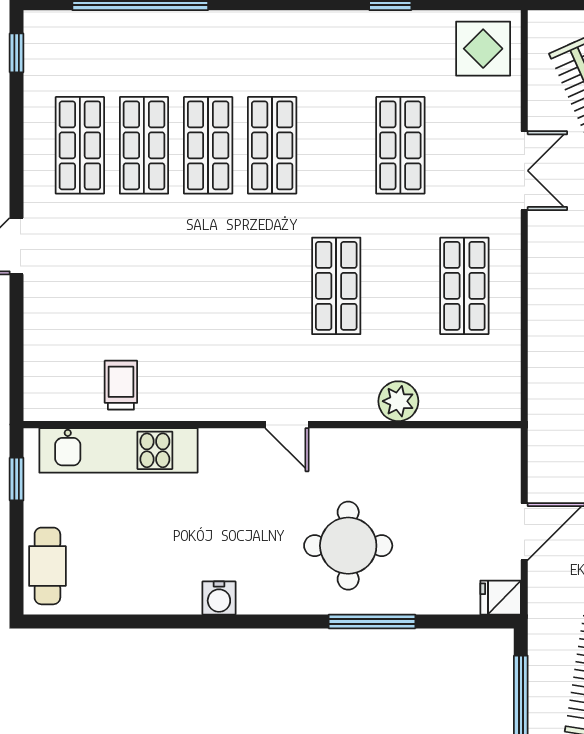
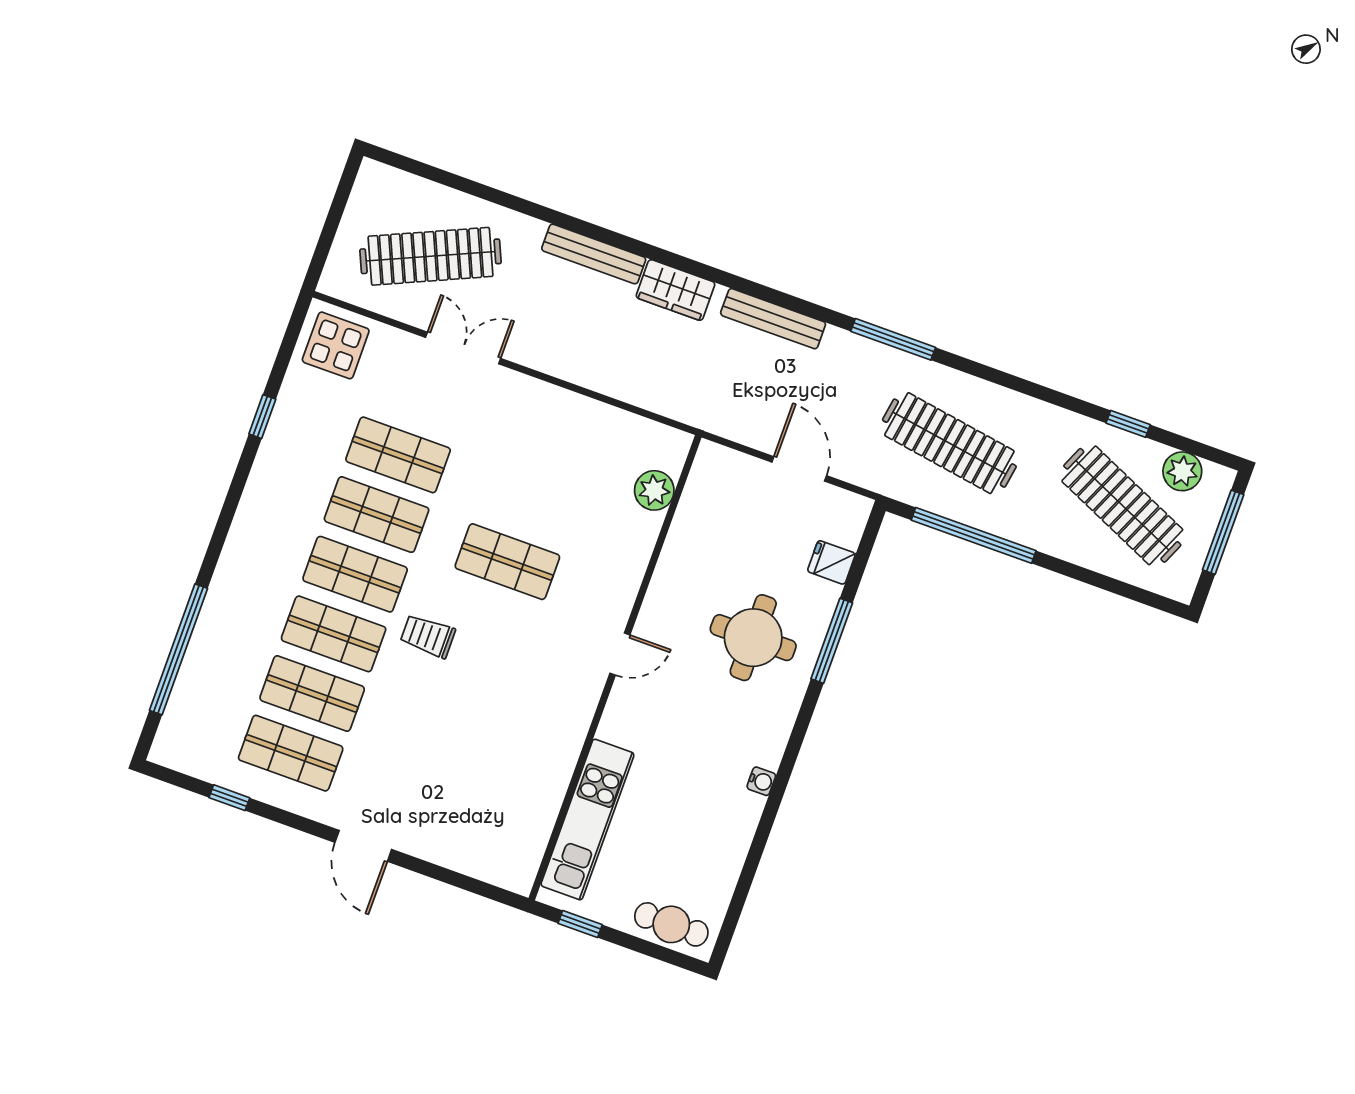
window: (17, 53) -> (229, 798), moved
shop shelf: (464, 286) -> (377, 515), moved
trolley: (121, 385) -> (428, 636), moved
plant: (398, 401) -> (654, 490), moved
water cooler: (219, 598) -> (761, 781), width x0.72, depth x0.72
fridge: (501, 598) -> (831, 562), moved, turned 90

